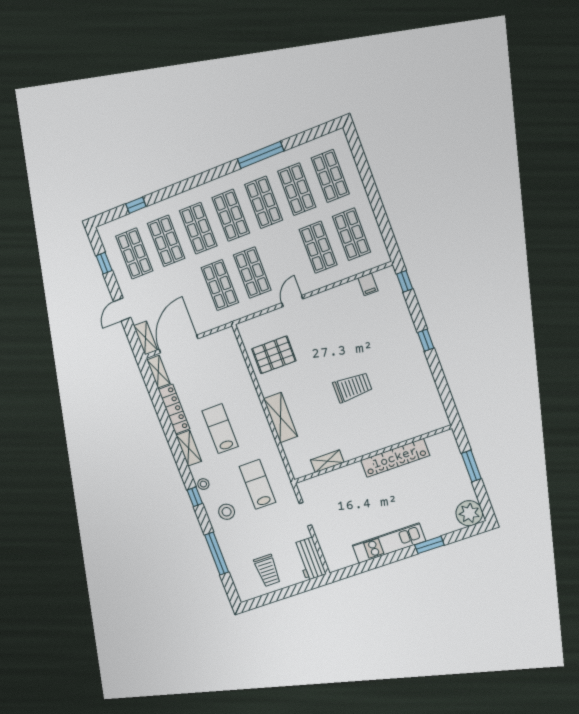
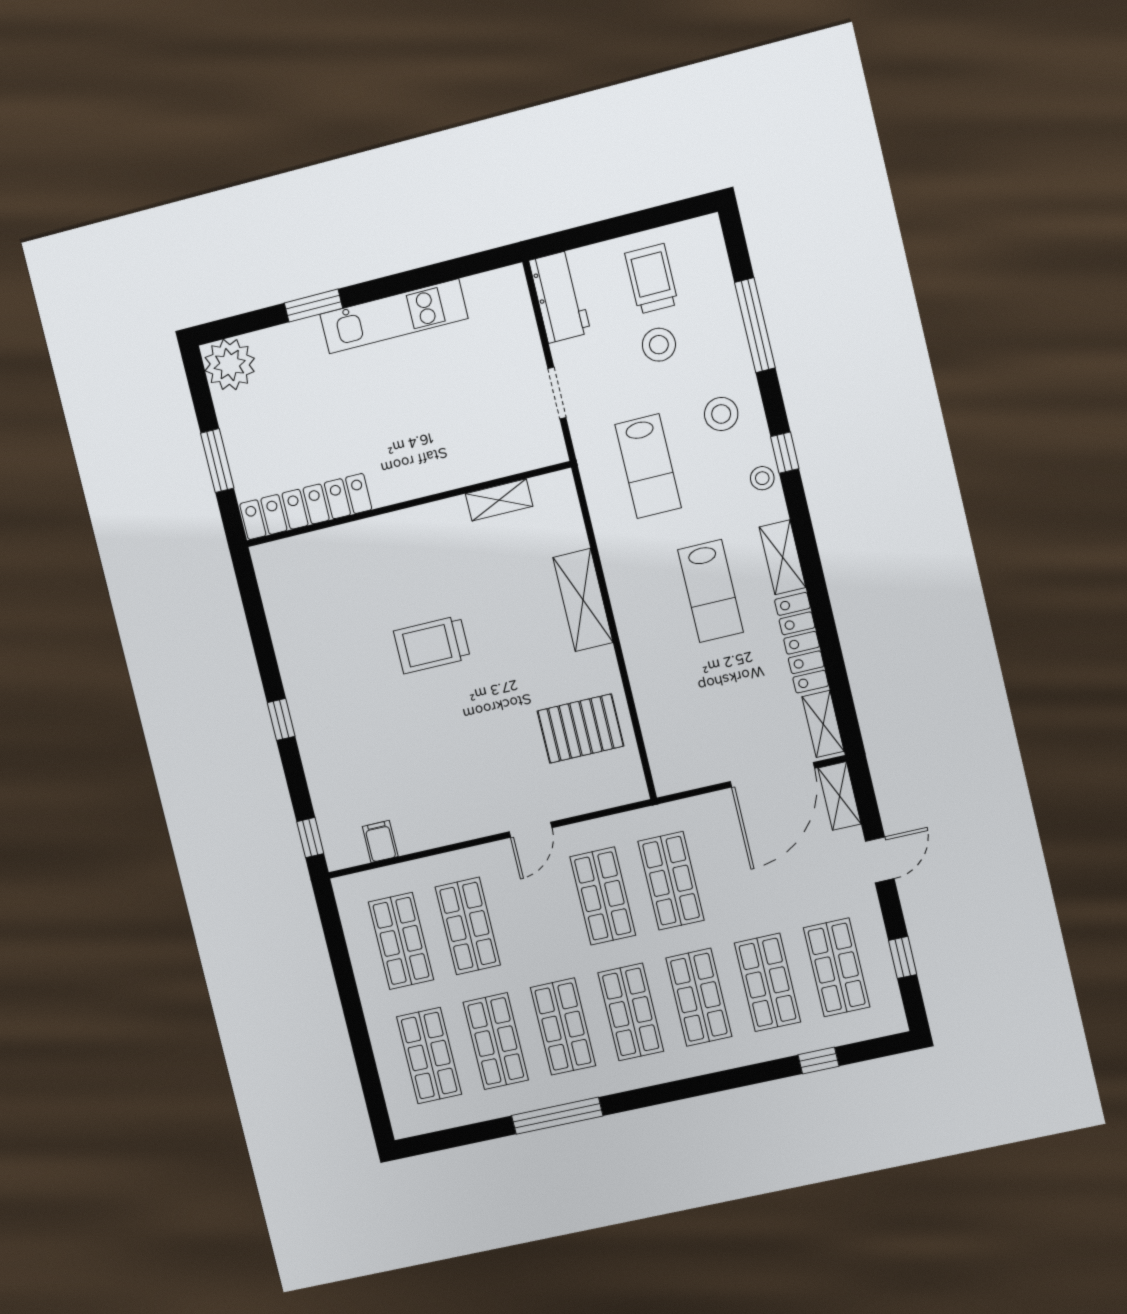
locker: (395, 458) -> (306, 507), moved
stool: (260, 541) -> (659, 345), added

